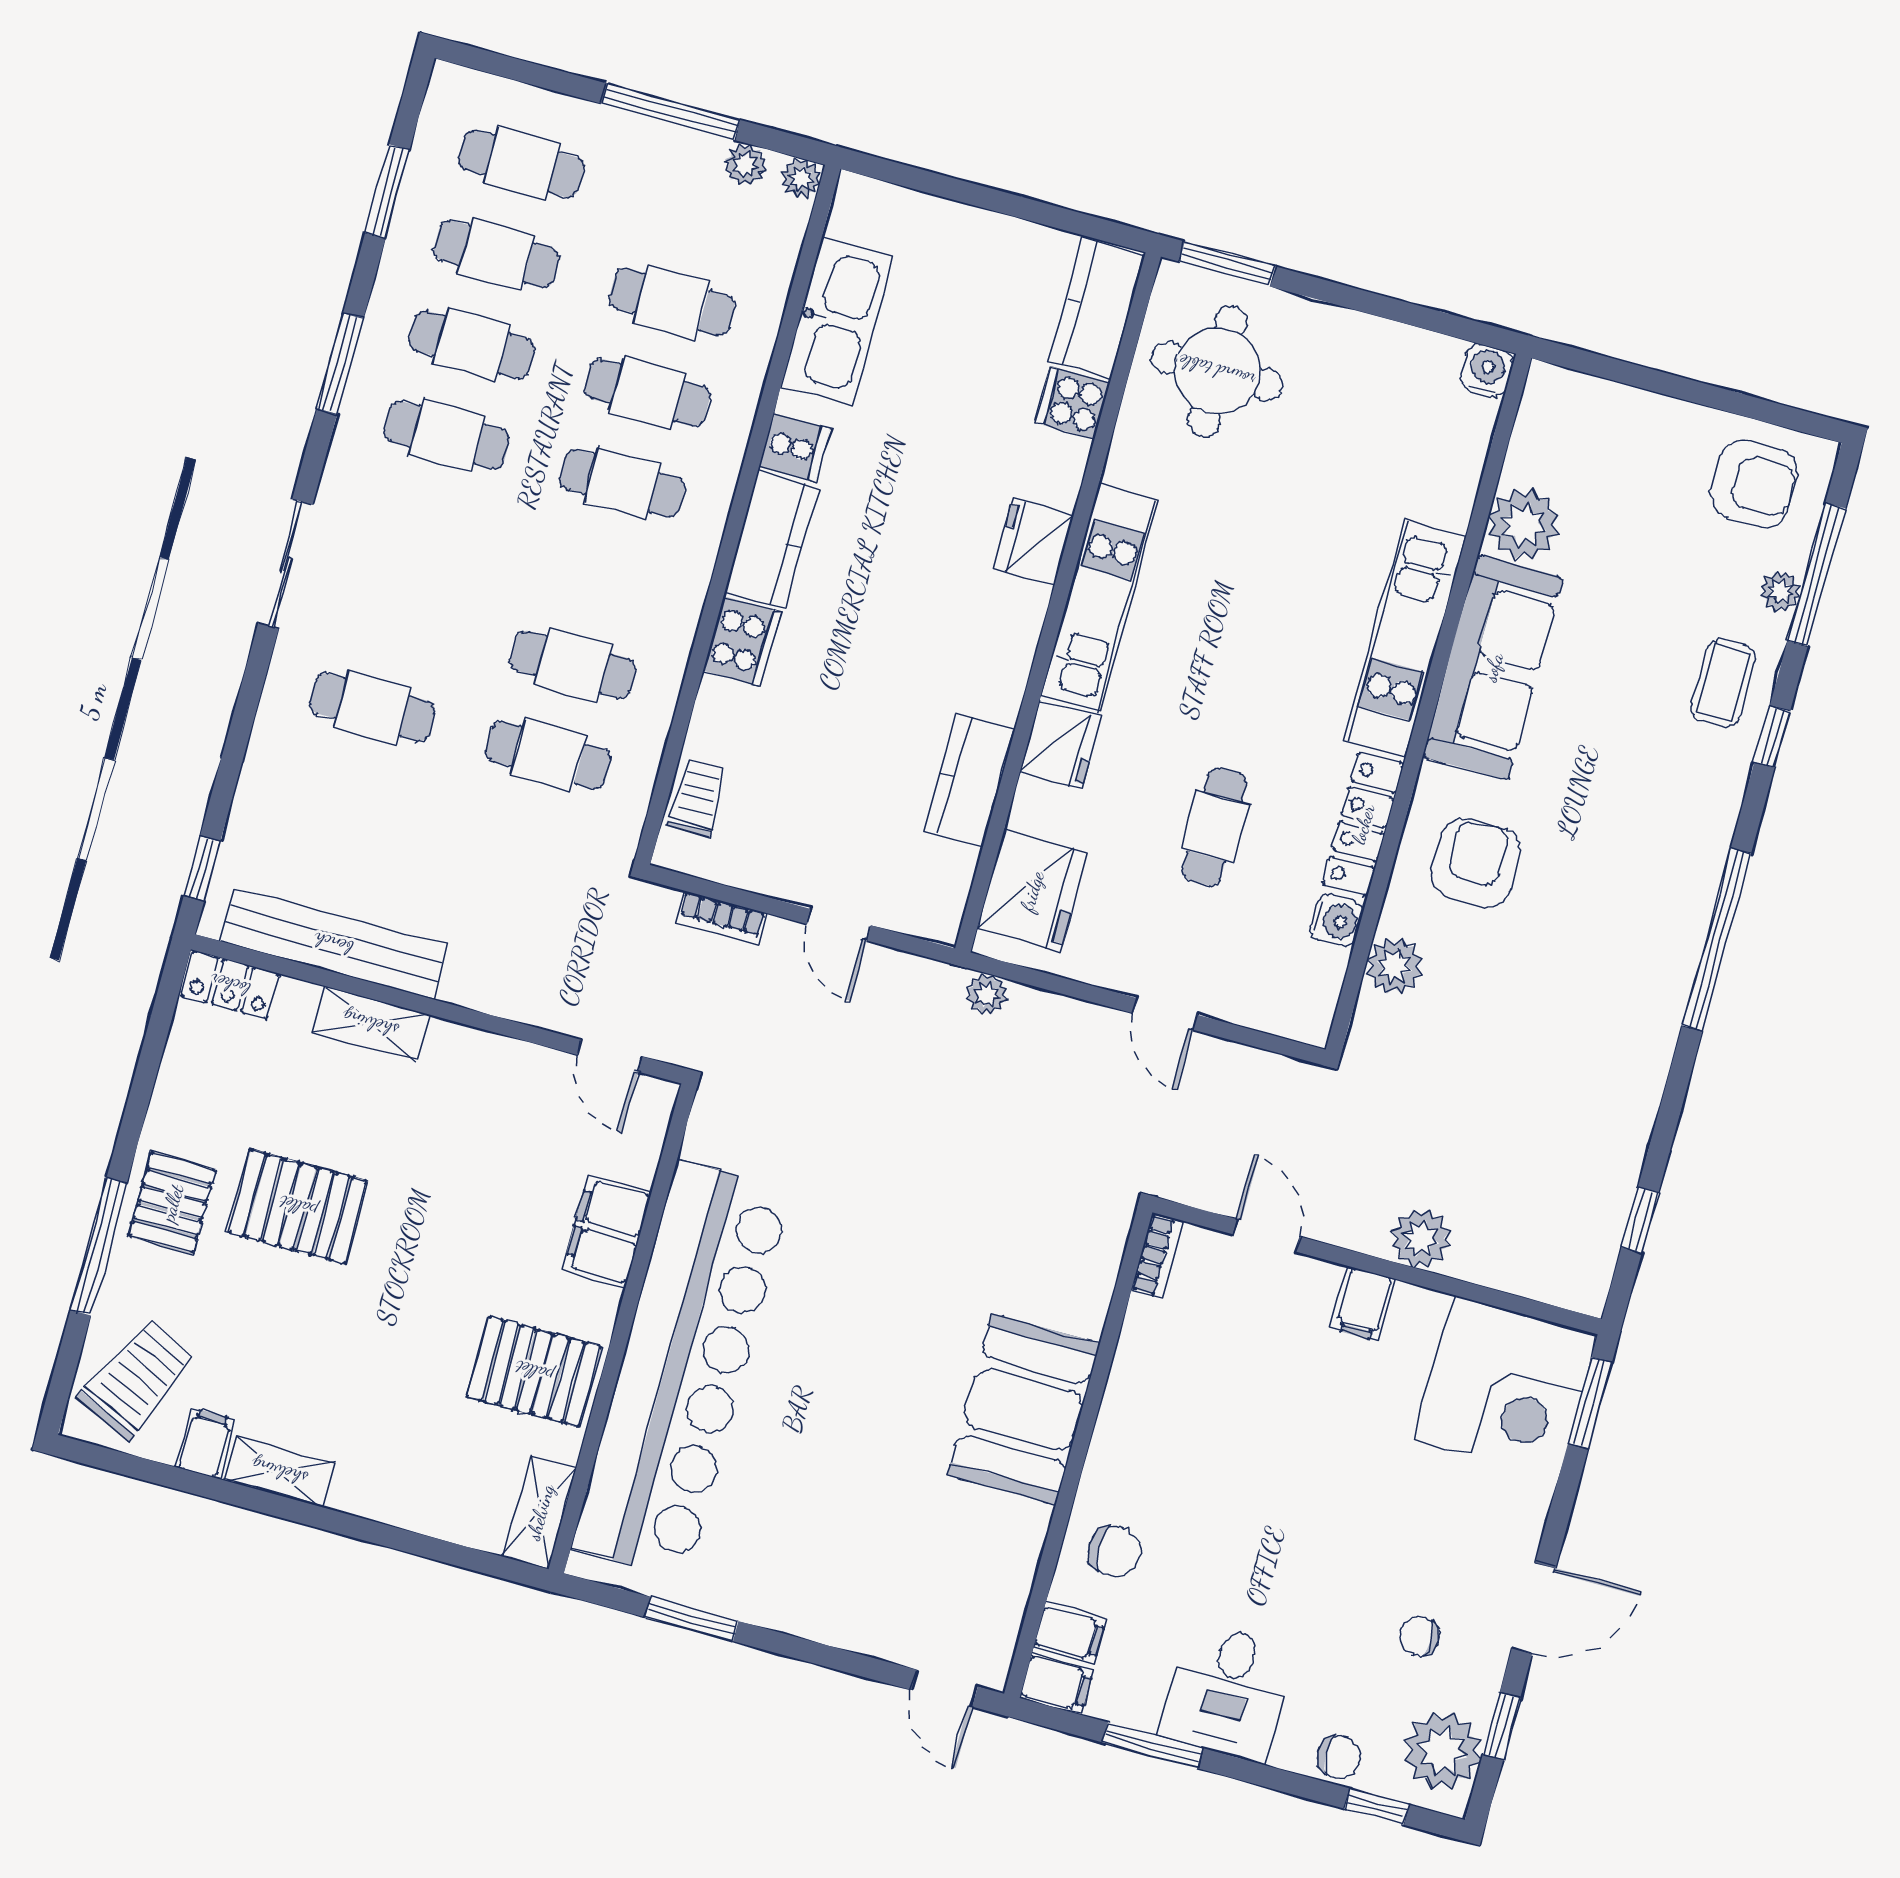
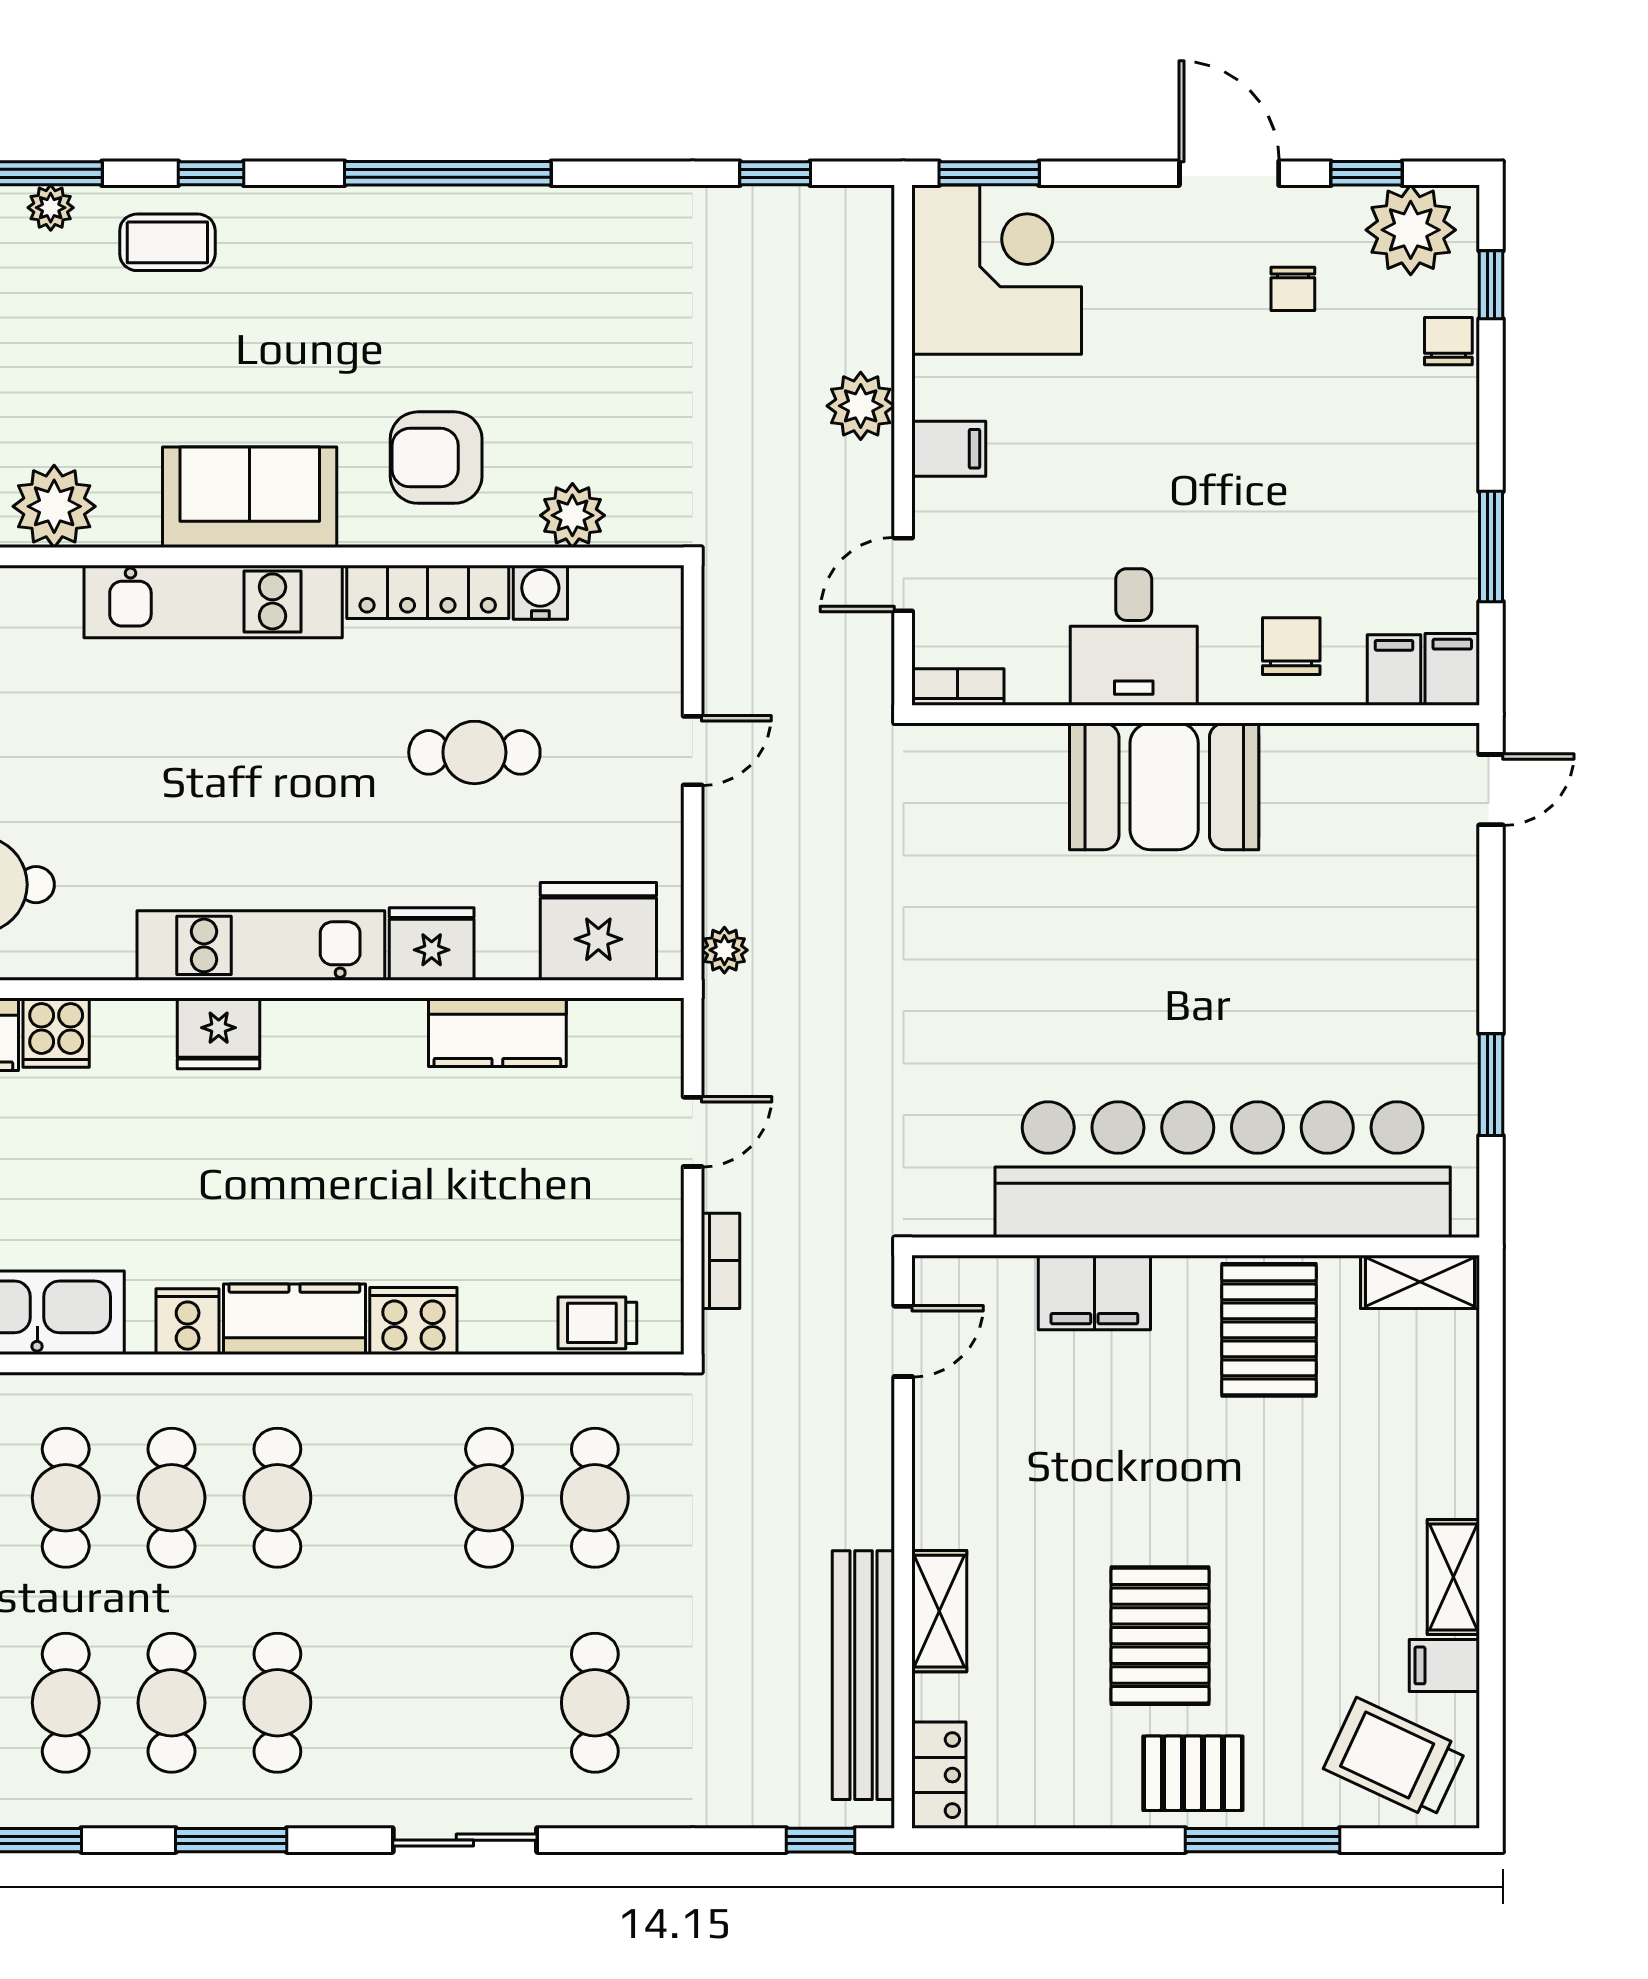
sofa: (1493, 667) -> (250, 497), width x0.73
desk: (1227, 1692) -> (1134, 637), moved, turned 90

